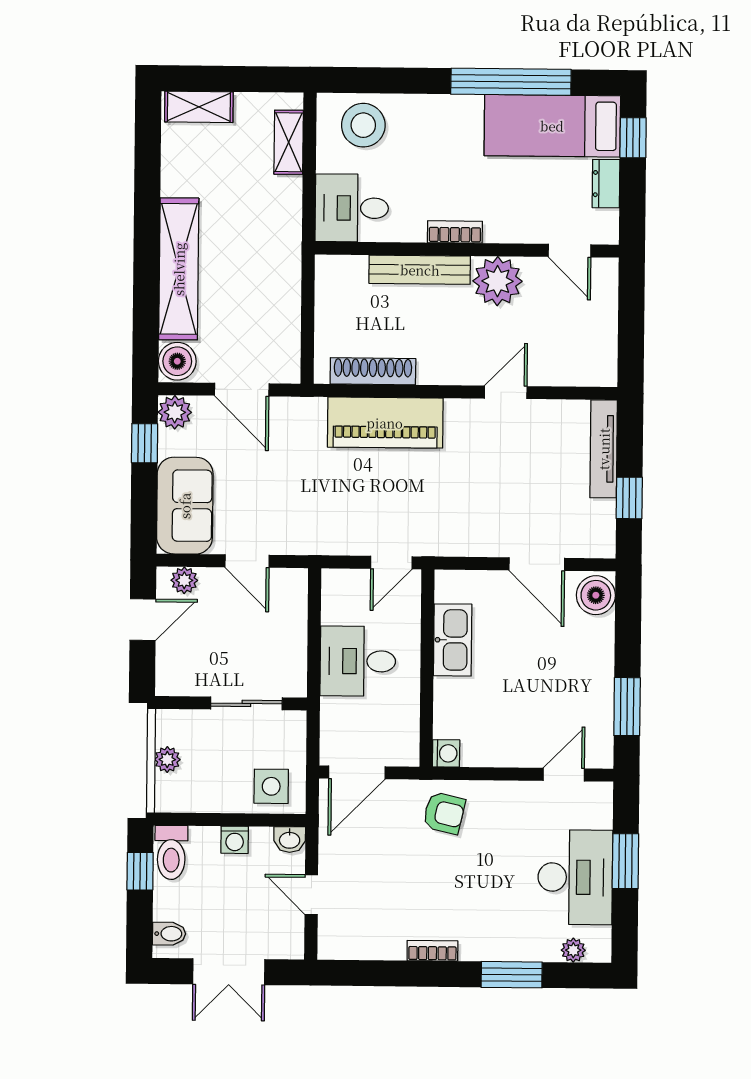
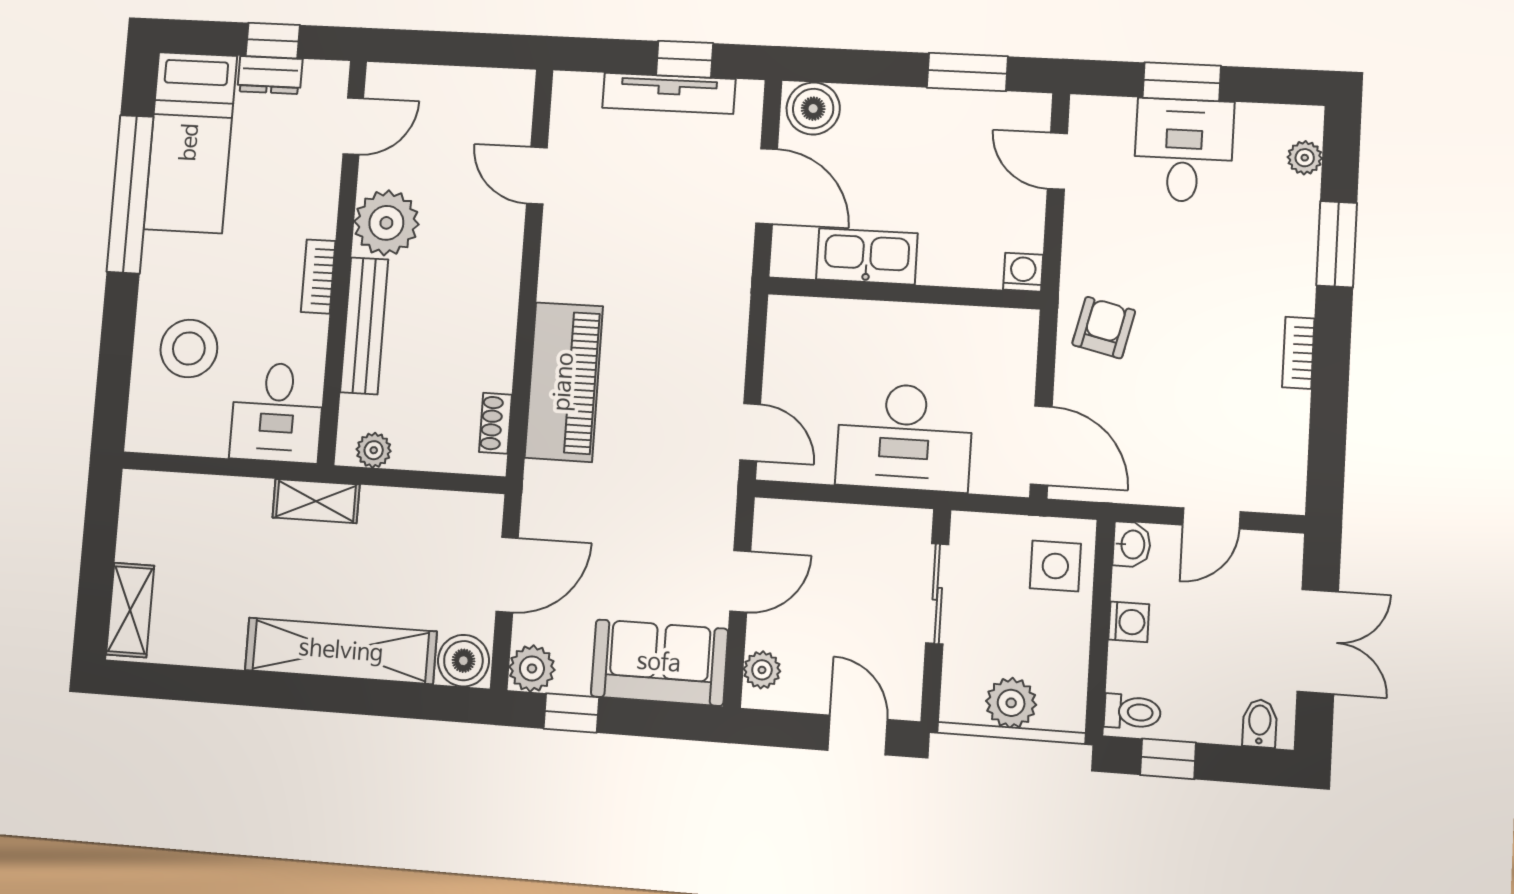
stool: (363, 125) -> (189, 349), moved
window: (633, 138) -> (273, 41), moved
shelving: (289, 142) -> (316, 501), moved
plant: (328, 283) -> (374, 450), added
shoe rack: (373, 371) -> (495, 423), width x0.51, depth x0.81
door: (506, 392) -> (537, 176), moved
tv unit: (604, 449) -> (669, 93), moved
door: (391, 563) -> (750, 432), moved
door: (537, 564) -> (767, 186), hinge flipped
door: (143, 620) -> (858, 735), moved
kitchen sink: (453, 640) -> (867, 256), moved
desk: (358, 661) -> (904, 437), width x1.37
wall: (427, 668) -> (904, 293), moved
washing machine: (446, 753) -> (1023, 272), moved
plant: (167, 759) -> (1011, 703), width x1.38, depth x1.38
toilet: (171, 853) -> (1132, 712), width x0.73, depth x0.72
desk: (575, 877) -> (1184, 150), width x0.73

